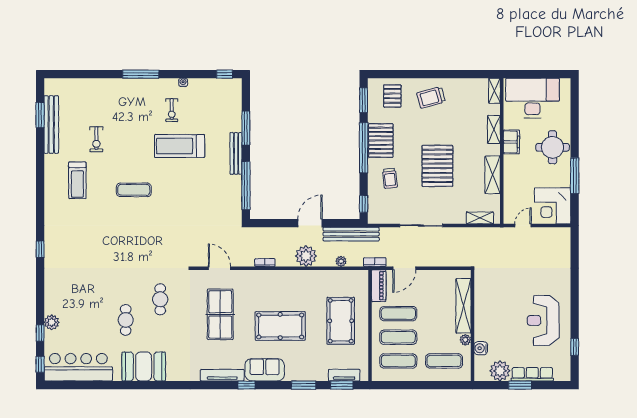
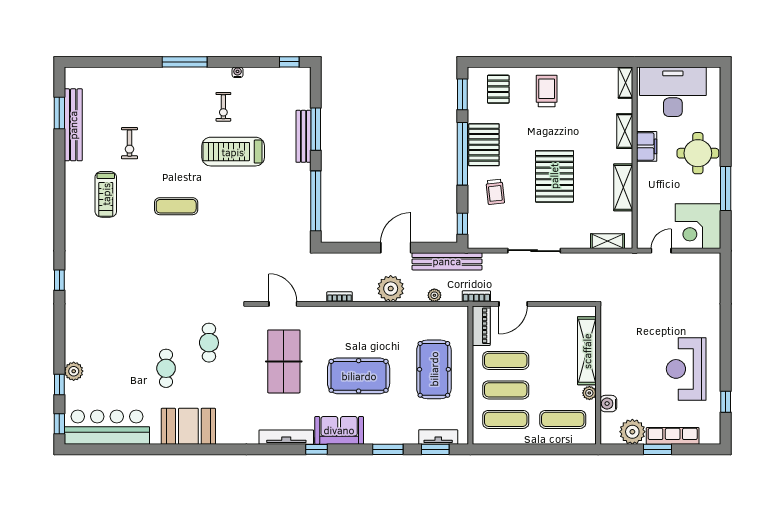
trolley: (431, 97) -> (547, 91), turned 105
bench: (236, 153) -> (303, 136), moved

